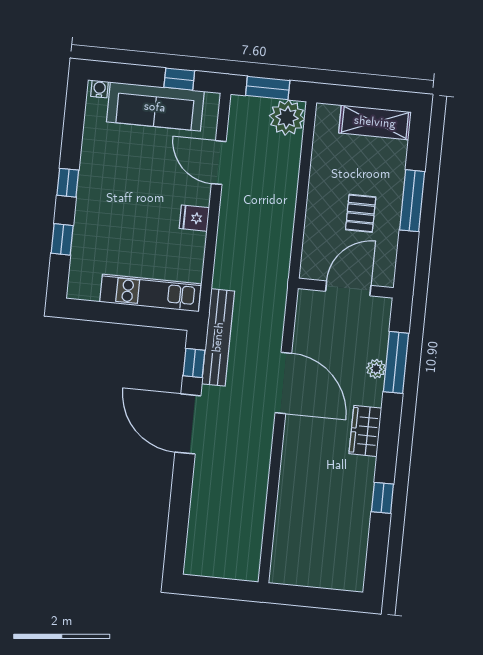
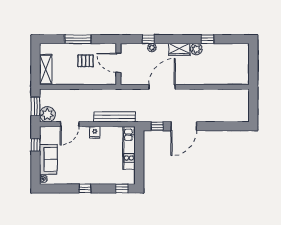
sofa: (155, 107) -> (48, 159), width x0.73
plant: (287, 117) -> (47, 114), moved
shelving: (375, 122) -> (46, 70), moved
window: (62, 239) -> (122, 188), moved
bench: (218, 337) -> (115, 117), moved
window: (396, 362) -> (148, 39), width x0.46
plant: (362, 470) -> (196, 49), added

